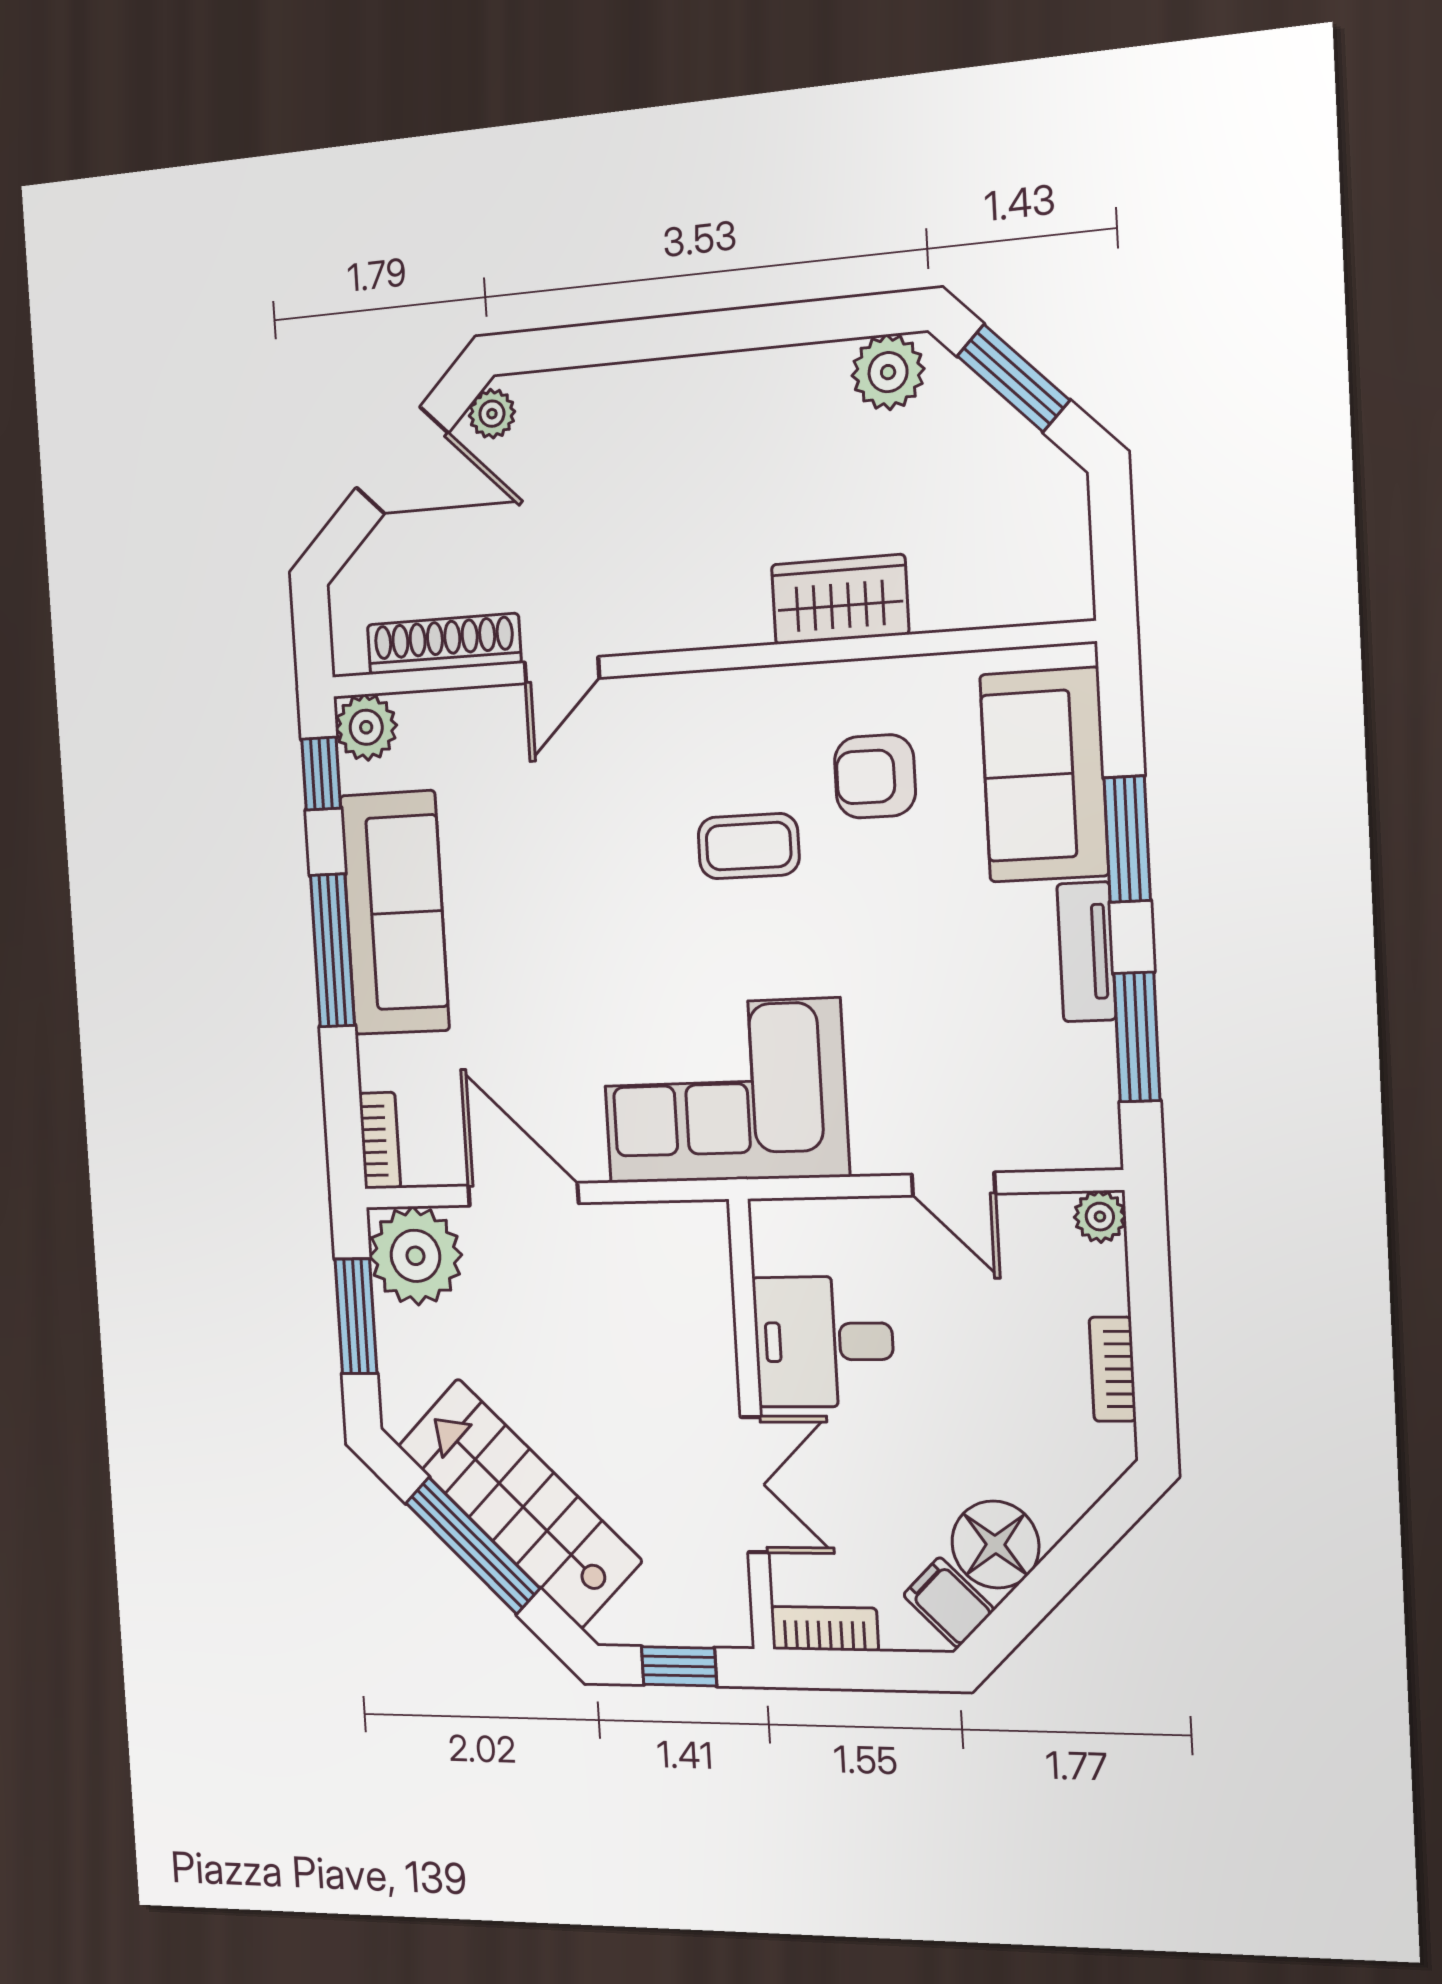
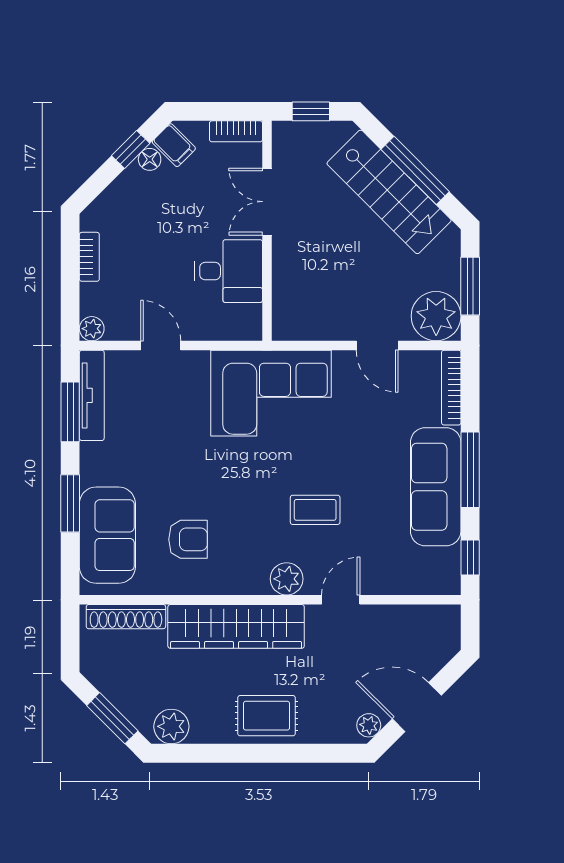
rug: (695, 414) -> (267, 716), added
wardrobe: (840, 599) -> (236, 626), width x2.10, depth x1.17
shoe rack: (444, 644) -> (126, 617), moved
plant: (366, 727) -> (287, 579), moved
coffee table: (749, 846) -> (315, 510), moved
tv unit: (1086, 952) -> (92, 395), moved, width x1.41
bookcase: (380, 1141) -> (451, 388), width x1.56
door: (523, 1194) -> (377, 346), width x0.73
floor lamp: (995, 1545) -> (150, 159), width x0.53, depth x0.53
window: (1037, 1595) -> (131, 149), added

